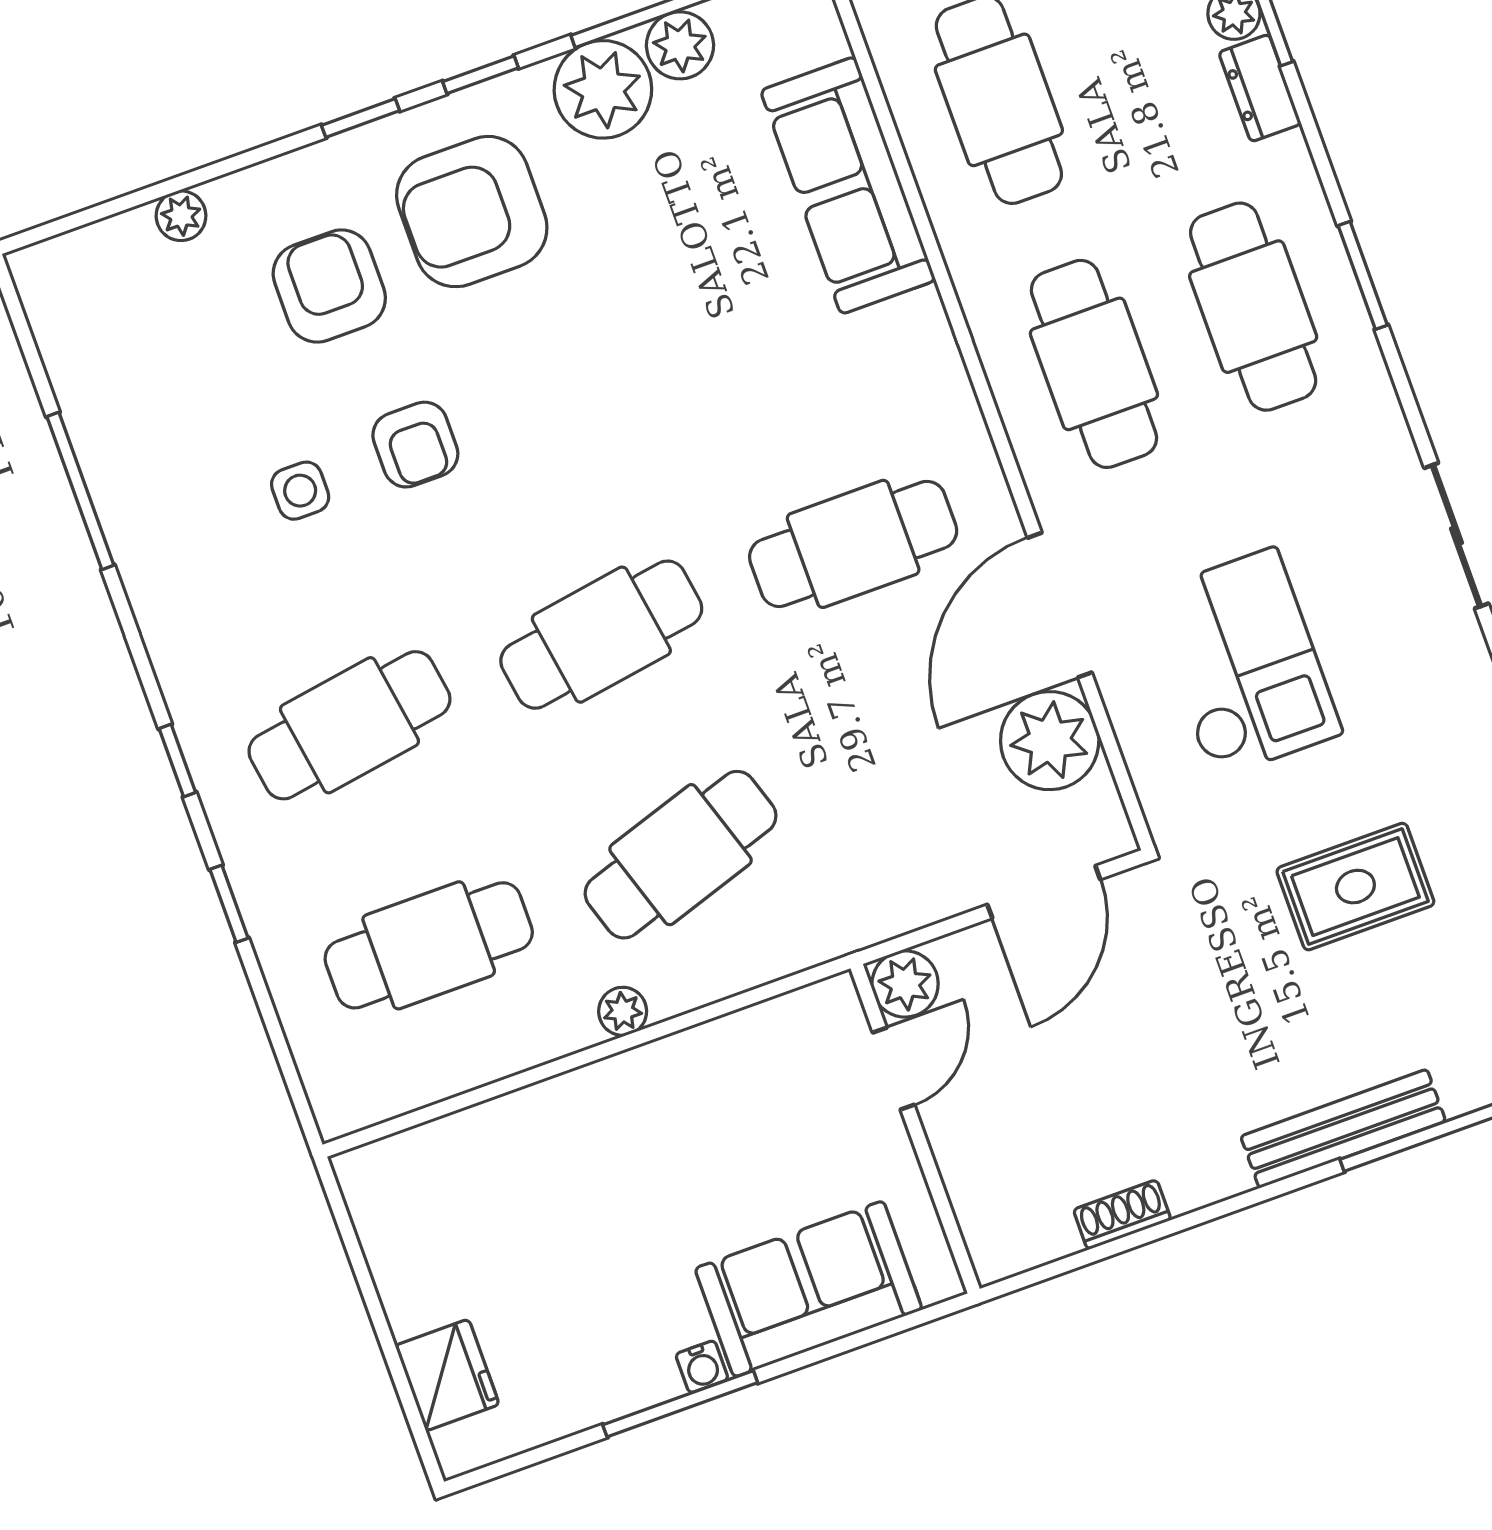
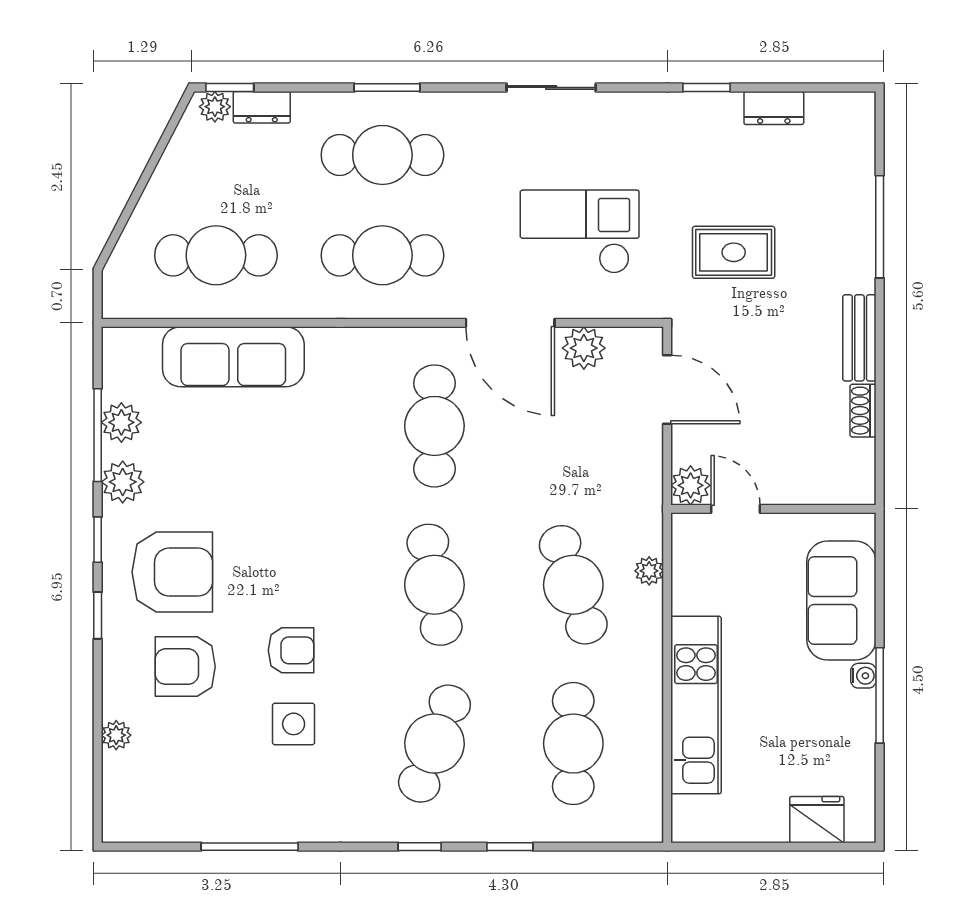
plant: (603, 89) -> (123, 482), width x0.73, depth x0.73
armchair: (472, 212) -> (172, 572), turned -90
side table: (300, 491) -> (294, 724), width x1.37, depth x1.37
cafe table: (349, 725) -> (434, 744), turned 30
plant: (1050, 741) -> (584, 348), width x0.73, depth x0.73
rug: (1355, 887) -> (734, 252), moved, turned 90
plant: (623, 1011) -> (649, 571), moved
kitchen unit: (560, 1118) -> (696, 705), added
bench: (1343, 1129) -> (859, 338), moved, width x0.73

